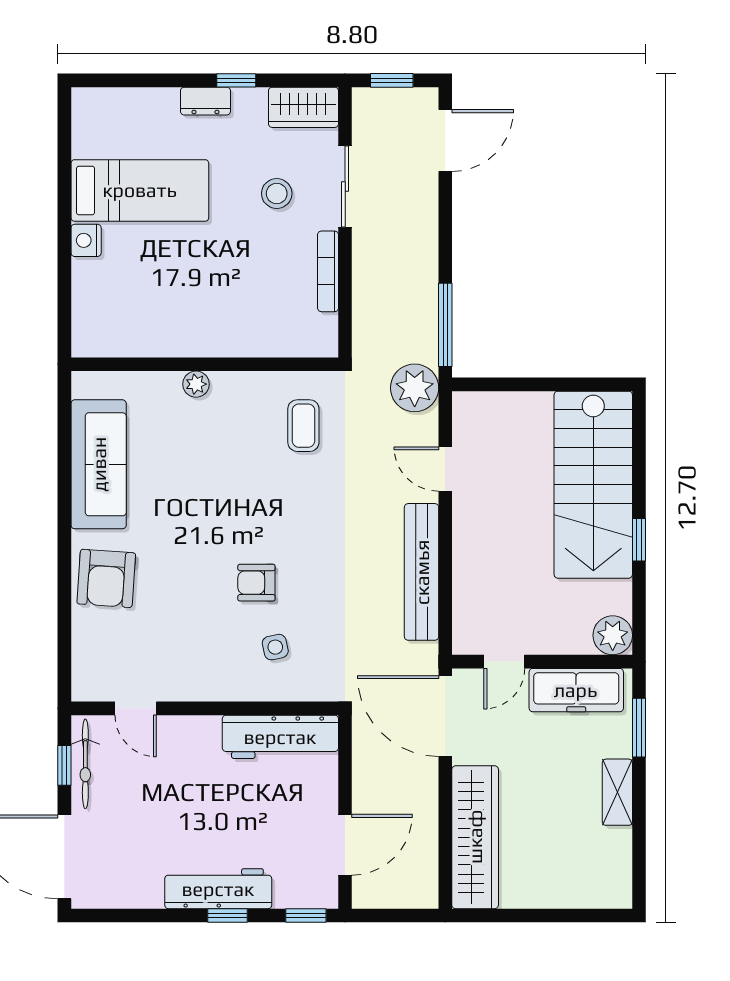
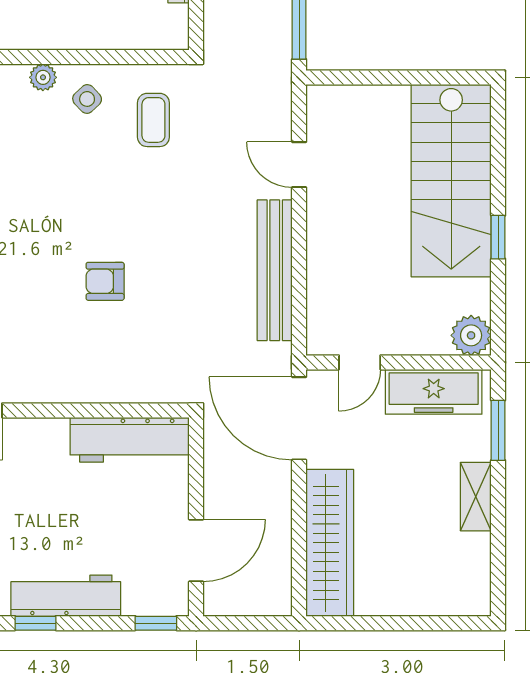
plant: (415, 388) -> (268, 81), removed
side table: (275, 647) -> (87, 99), moved, turned -31
window: (227, 915) -> (35, 623), moved

